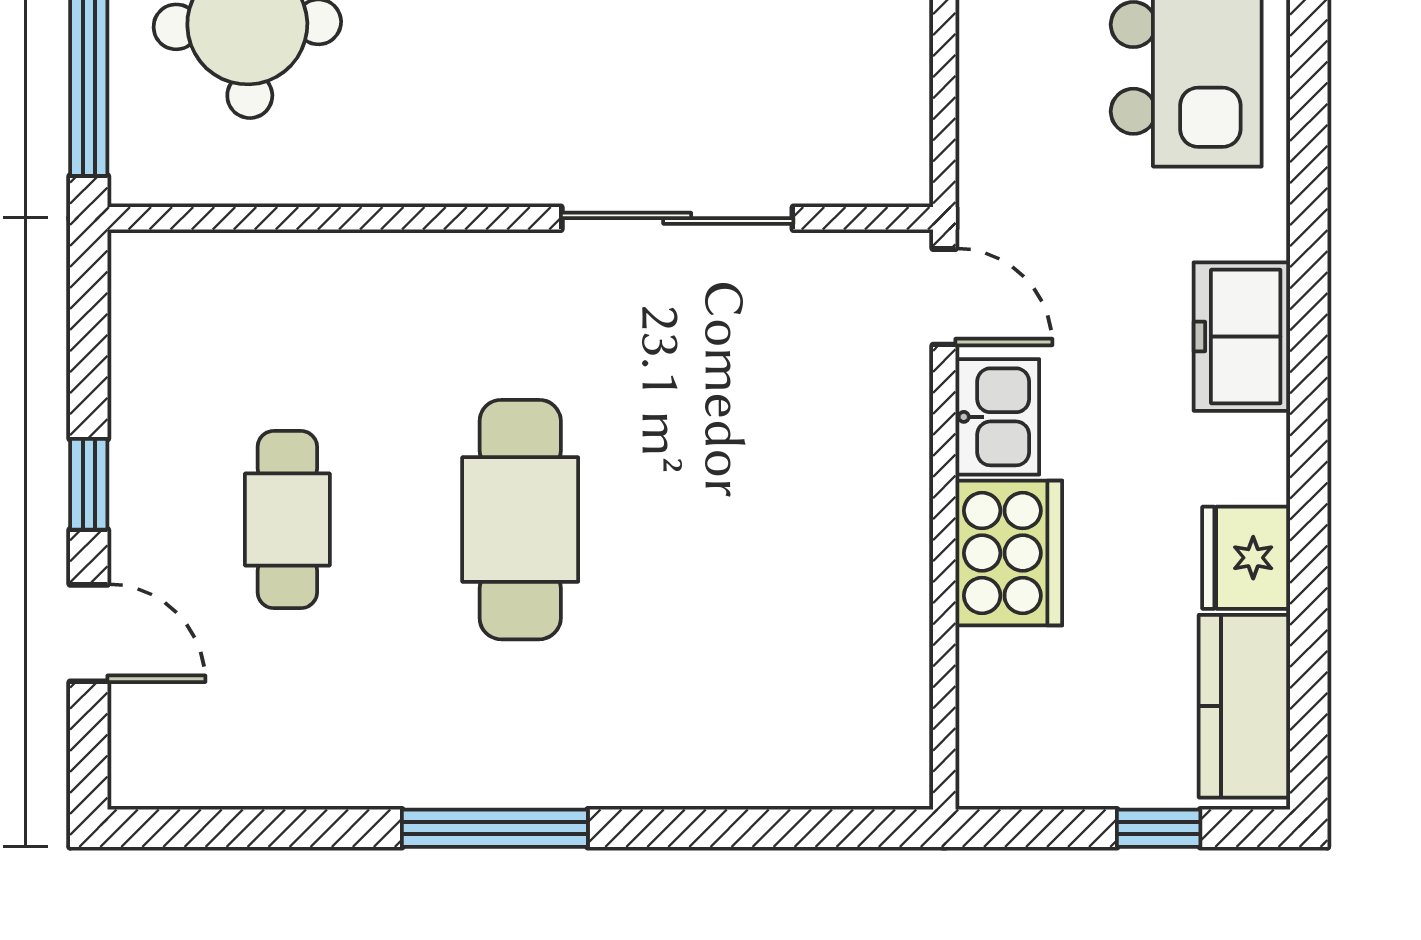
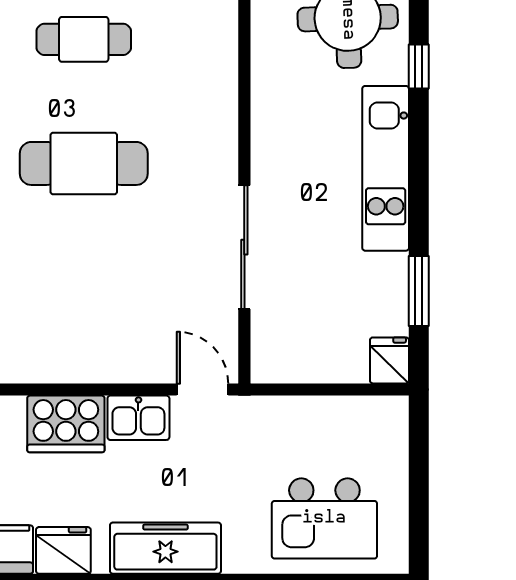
door: (944, 297) -> (202, 389), swing flipped
freezer: (1242, 337) -> (165, 548), width x1.40

